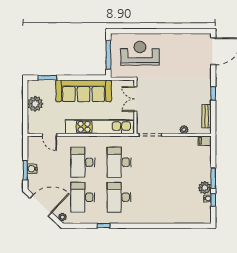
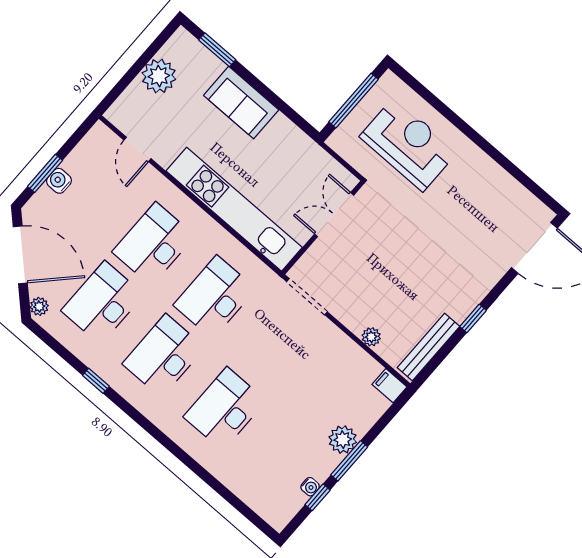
sofa: (84, 91) -> (241, 103), width x0.54, depth x0.79
bench: (206, 116) -> (428, 347), width x1.36
plant: (205, 188) -> (343, 440), moved
desk: (156, 197) -> (225, 409), added

